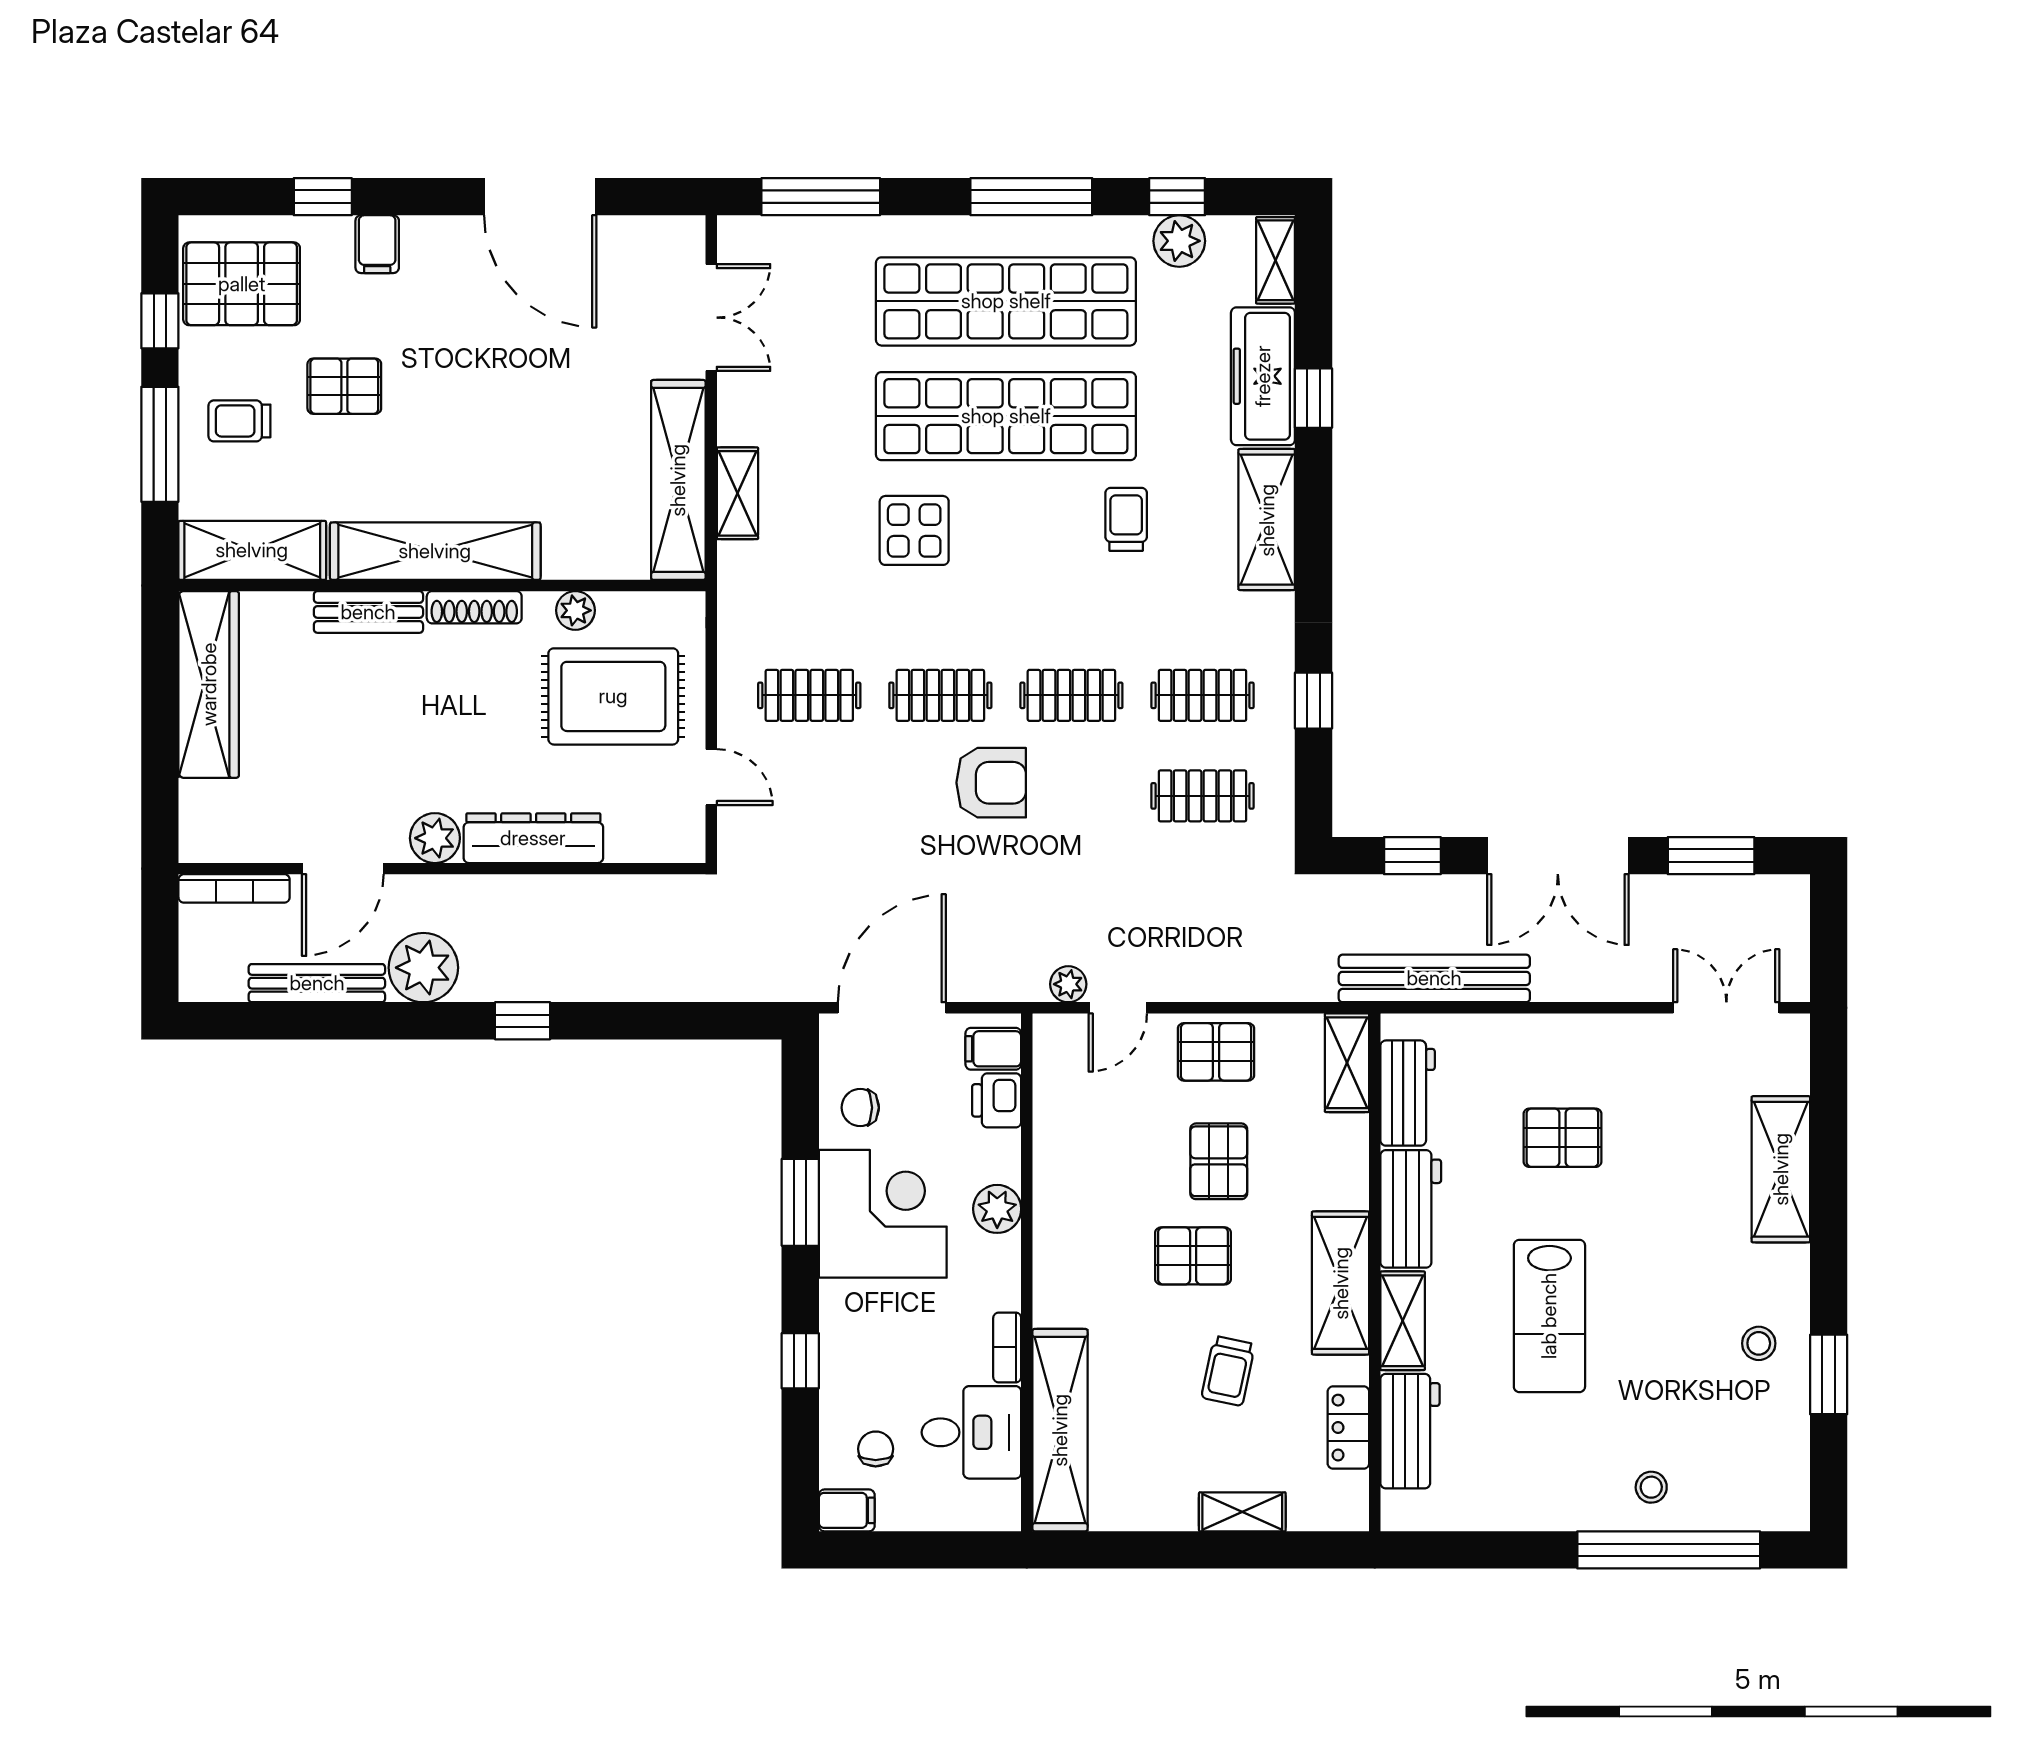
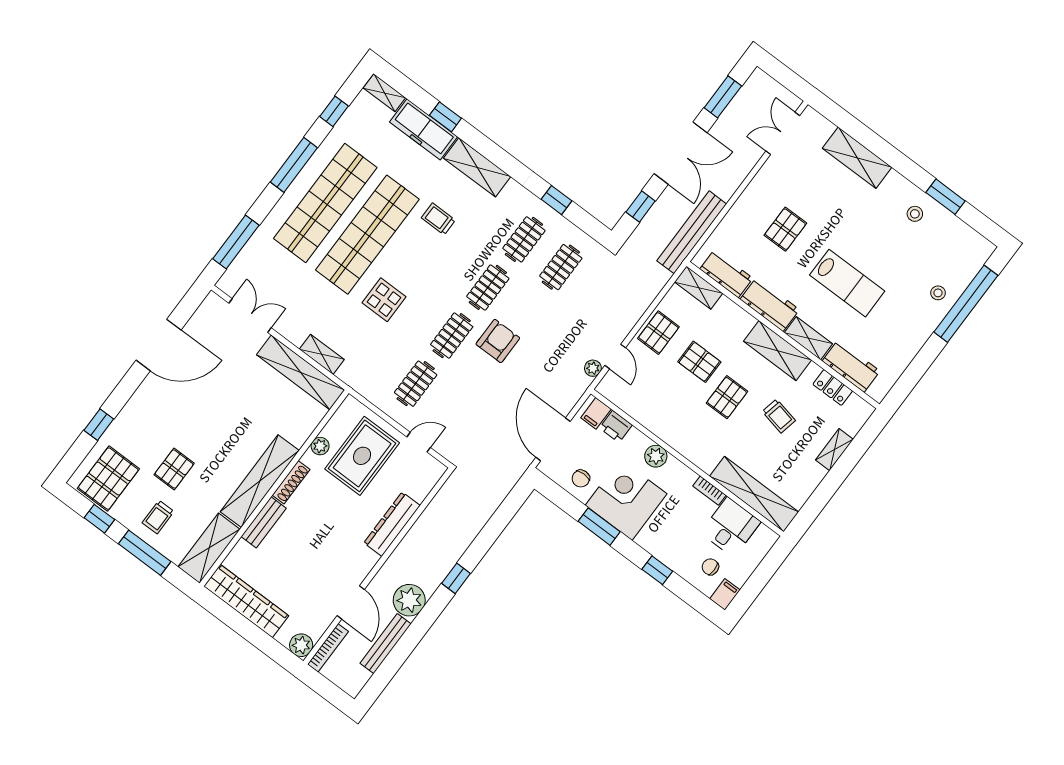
plant: (1179, 241) -> (351, 123), removed
filing cabinet: (377, 244) -> (131, 418), removed
plant: (435, 838) -> (301, 645), moved

